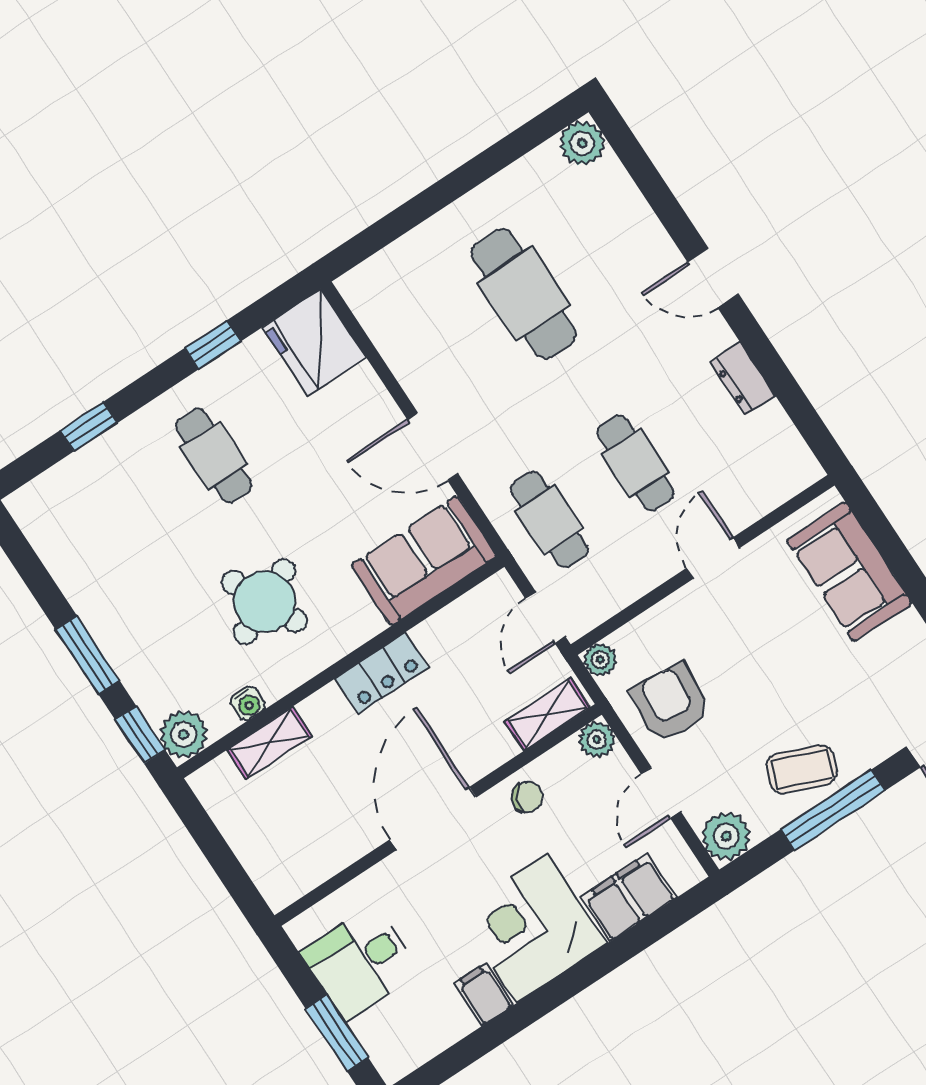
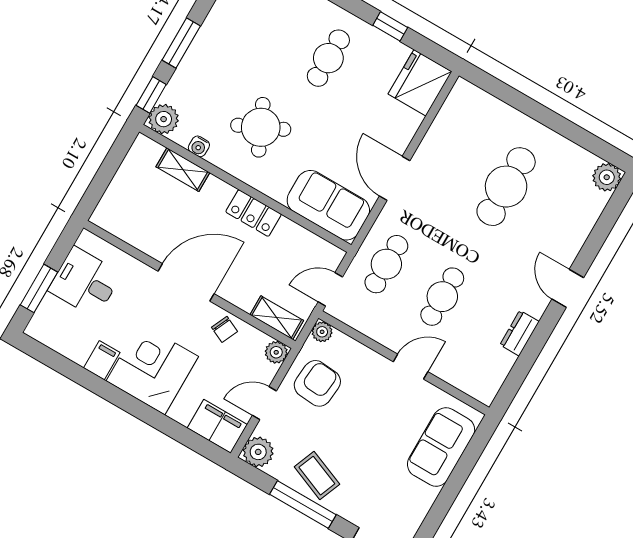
filing cabinet: (629, 897) -> (217, 426), moved

